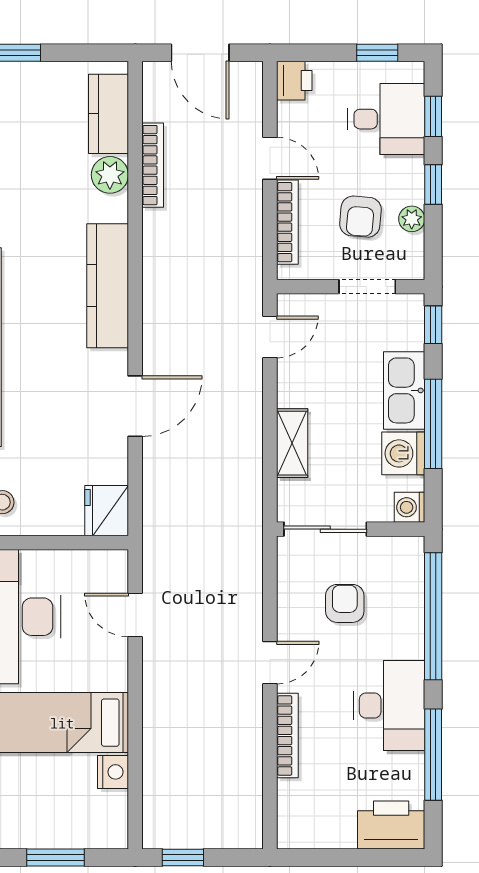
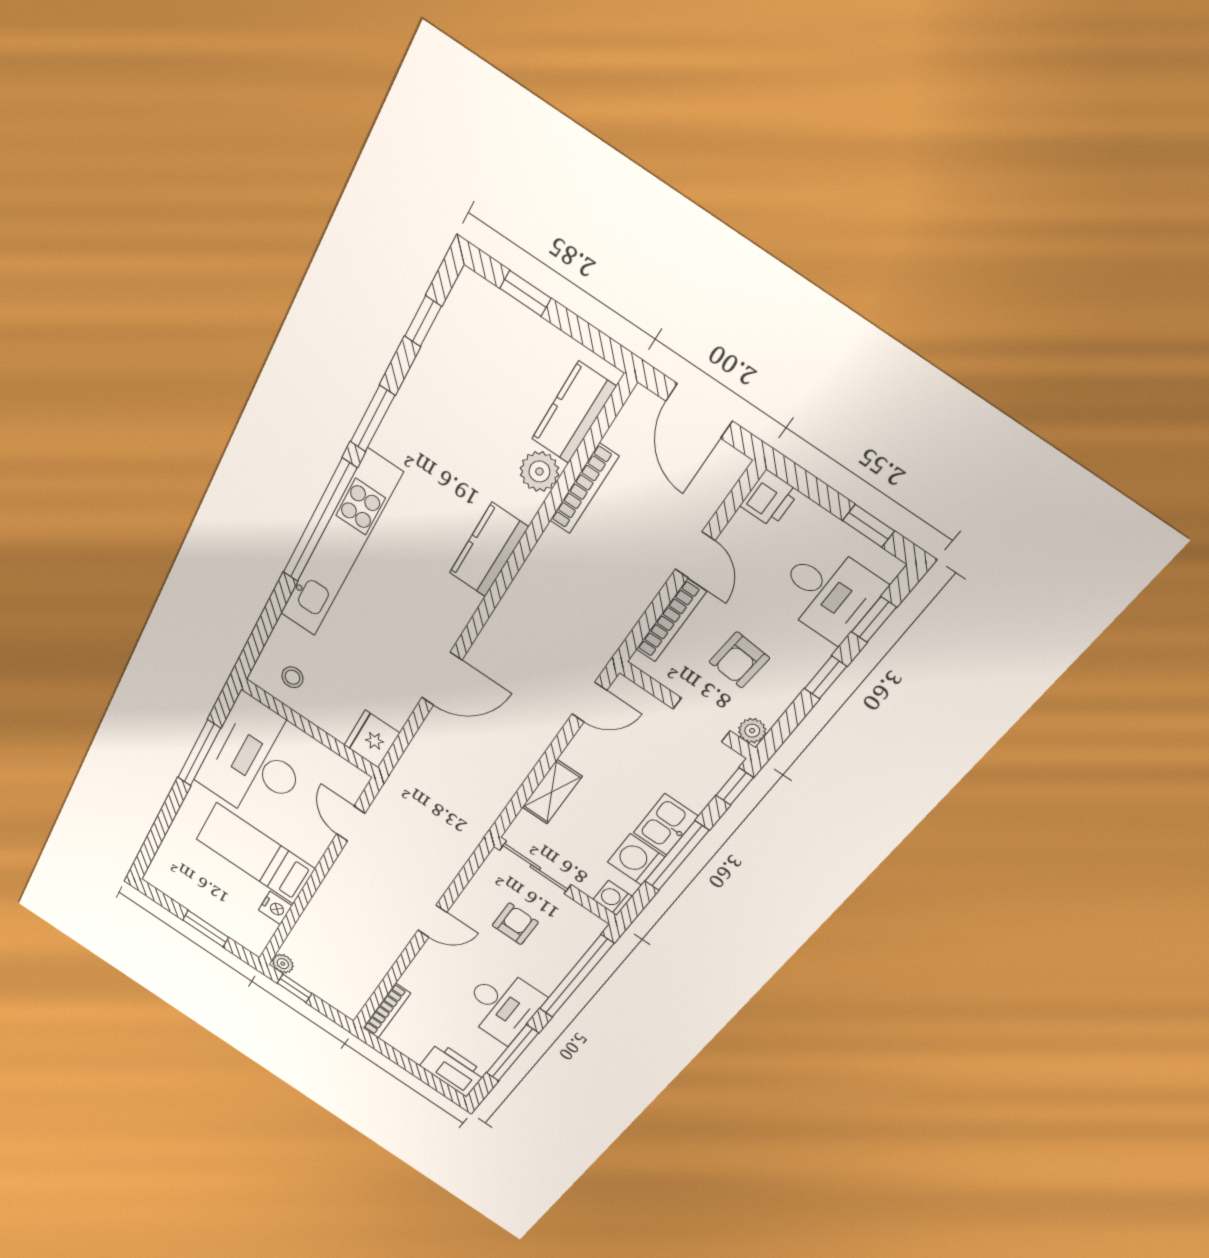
plant: (412, 219) -> (752, 731), moved
kitchen counter: (108, 286) -> (489, 550), width x0.67
kitchen sink: (404, 390) -> (666, 824), width x0.73
bookcase: (287, 735) -> (387, 1011), moved
plant: (155, 836) -> (283, 964), added

